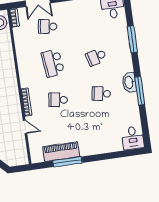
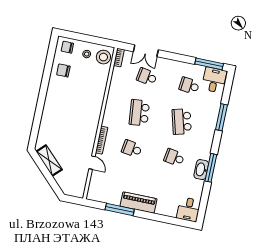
school desk: (91, 20) -> (189, 86), added
school desk: (96, 57) -> (182, 122), width x1.85
washbasin: (129, 82) -> (201, 170), moved
piano: (61, 152) -> (139, 202), moved

